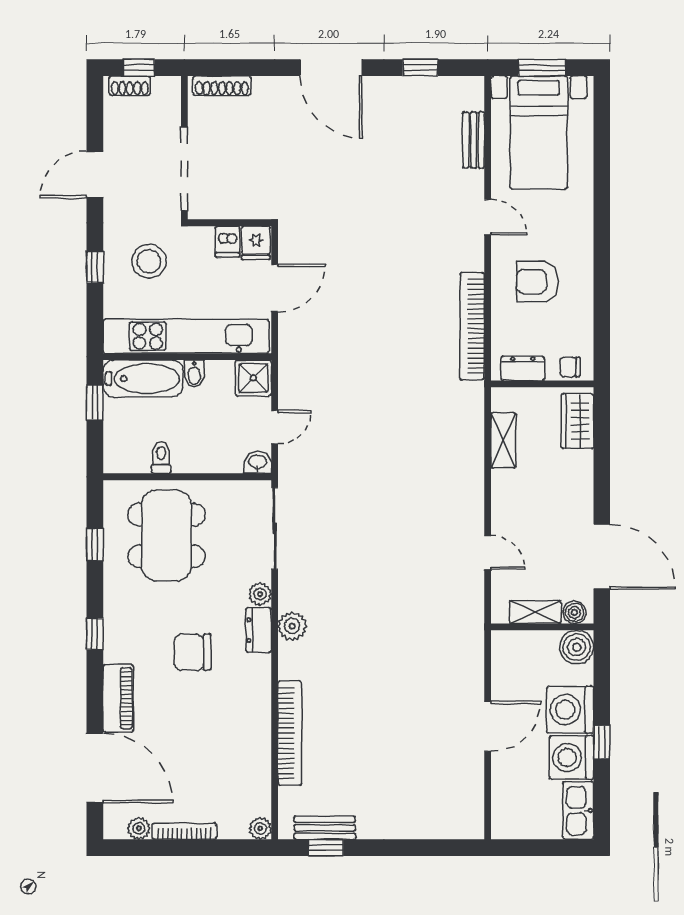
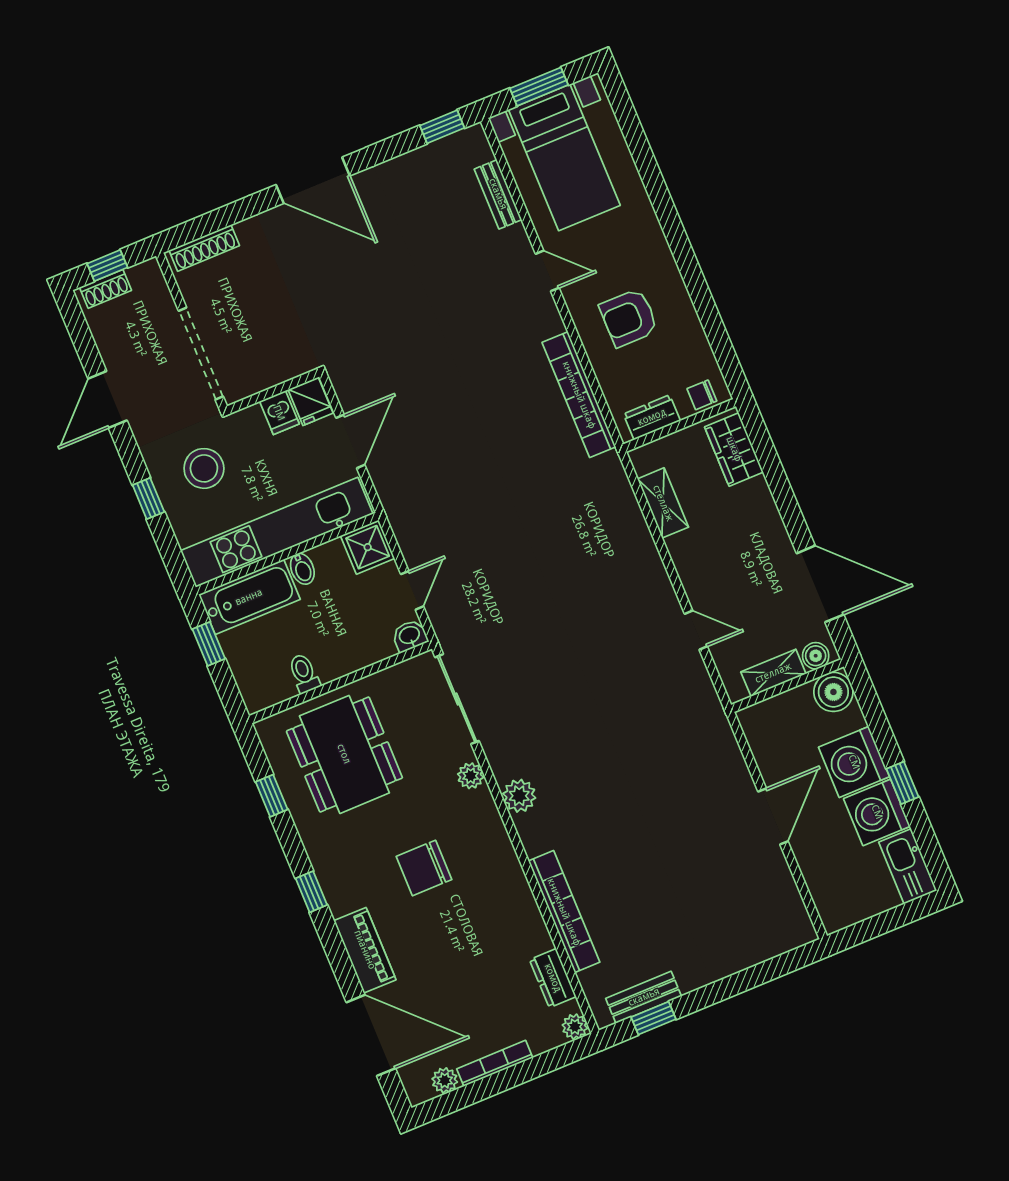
window: (420, 68) -> (442, 127), moved
dresser: (259, 630) -> (553, 978), moved

